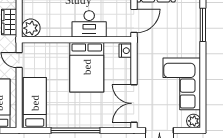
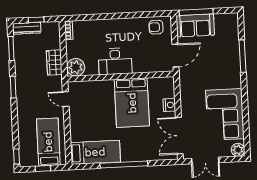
desk: (89, 24) -> (115, 61), moved
nightstand: (125, 51) -> (169, 105), moved
bed: (35, 103) -> (95, 152), moved, turned 90

